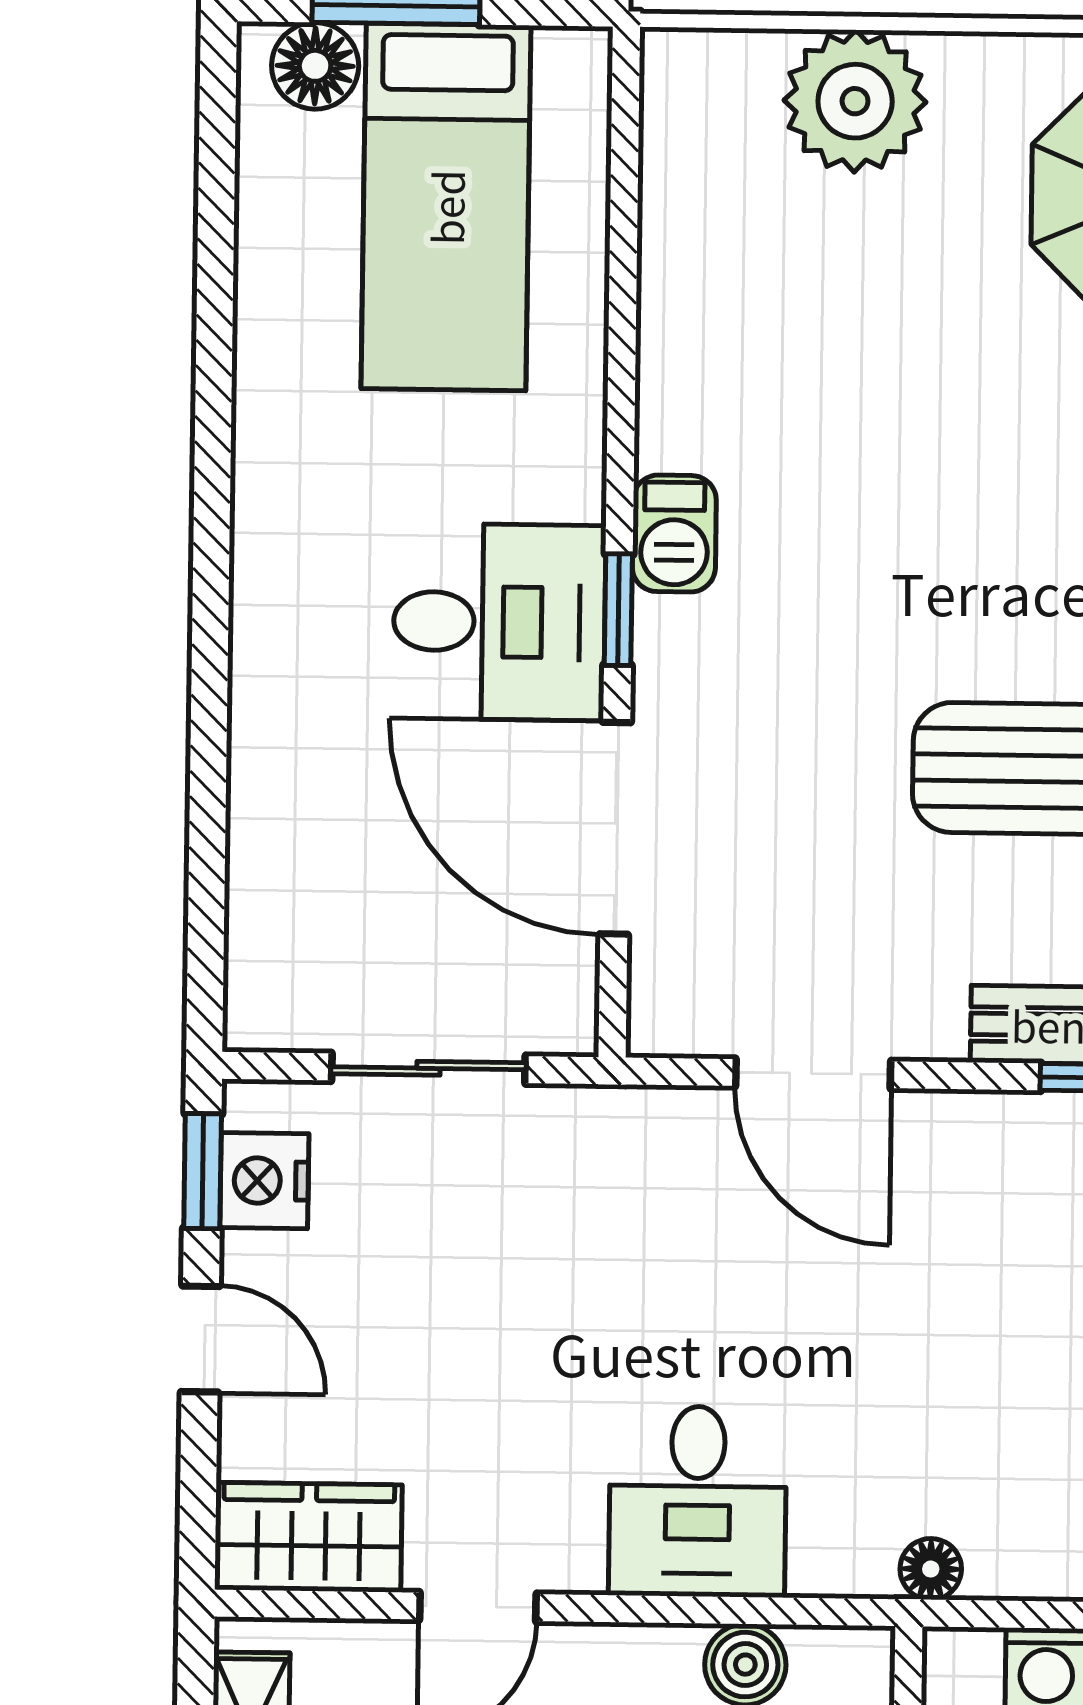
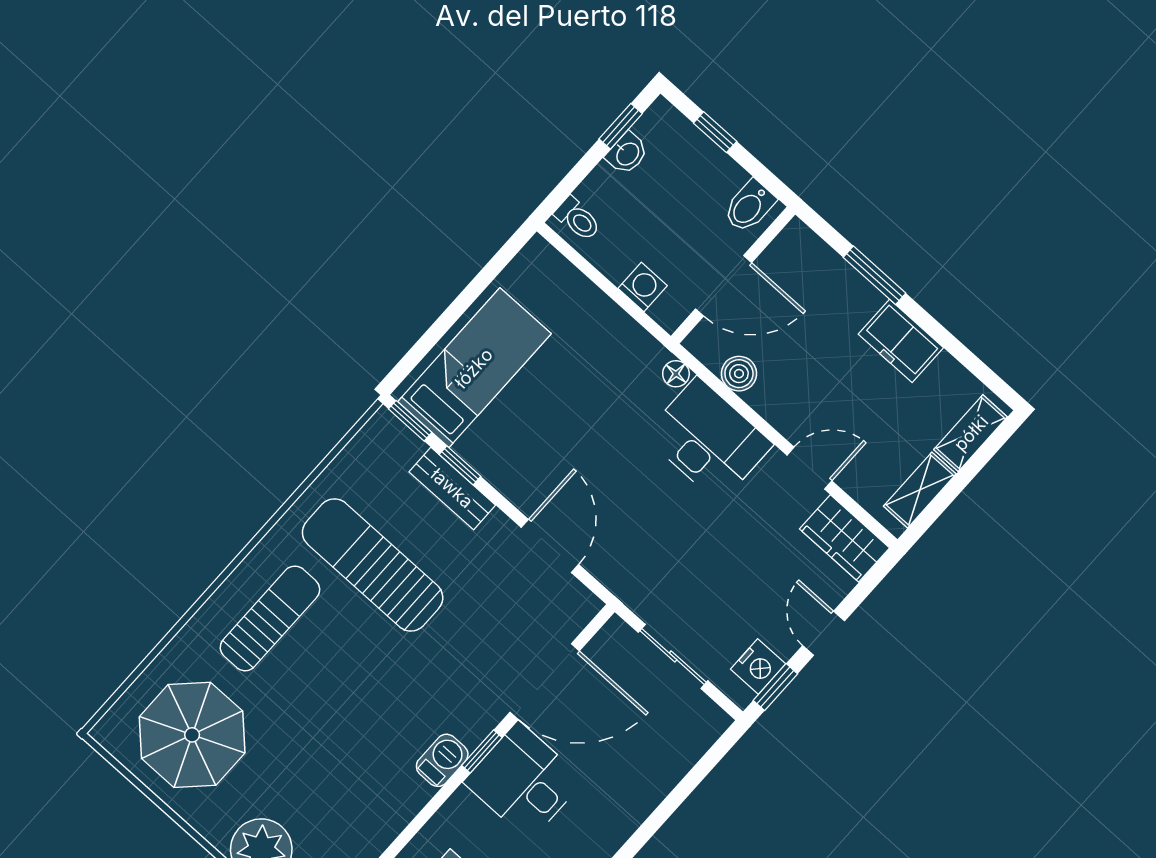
door: (615, 828) -> (545, 682), hinge flipped
desk: (698, 1501) -> (708, 440), width x1.37
floor lamp: (931, 1569) -> (676, 374), moved

